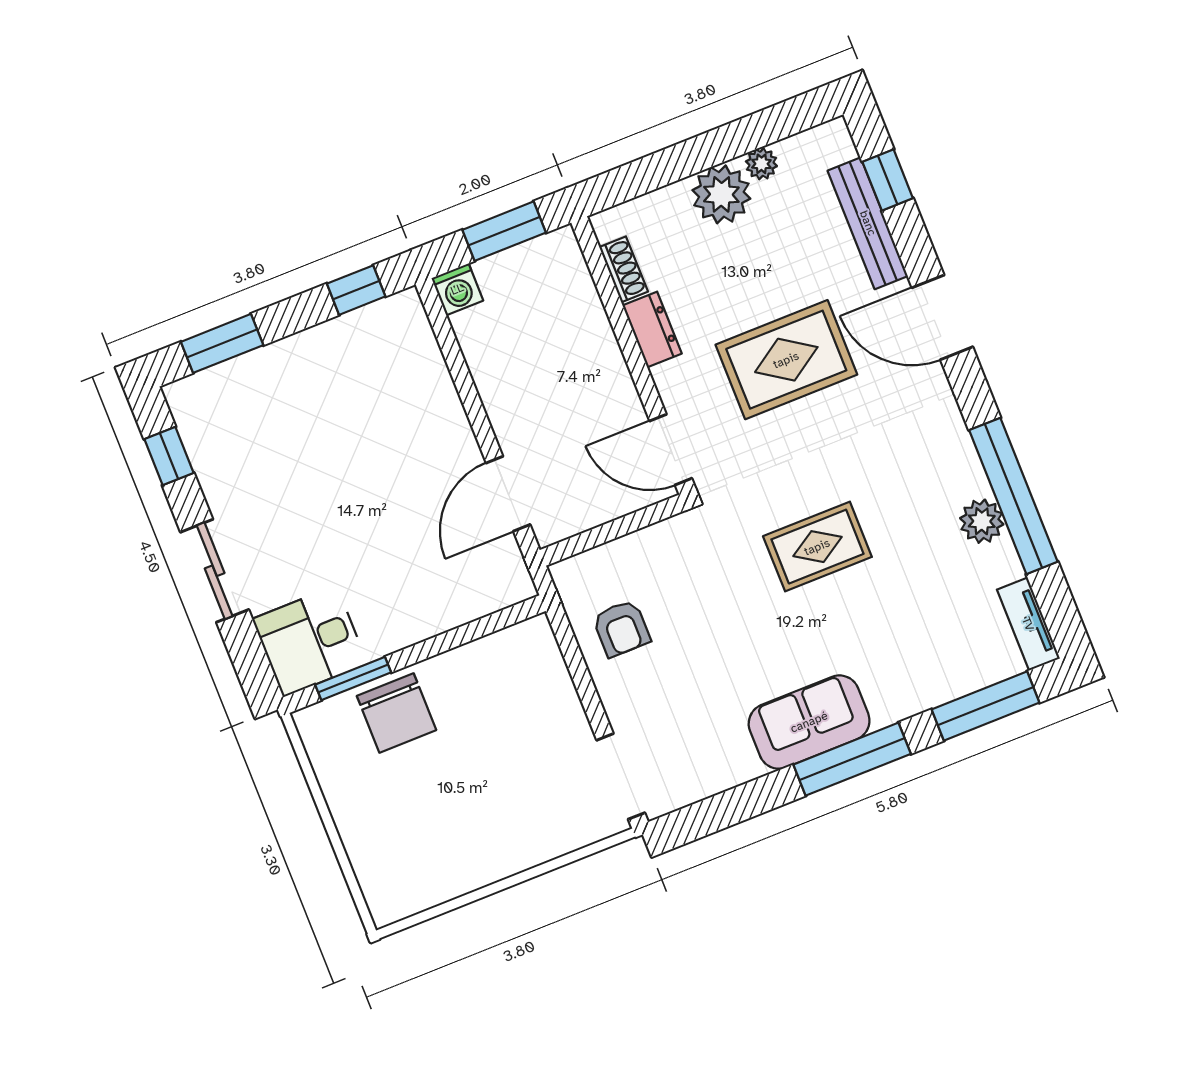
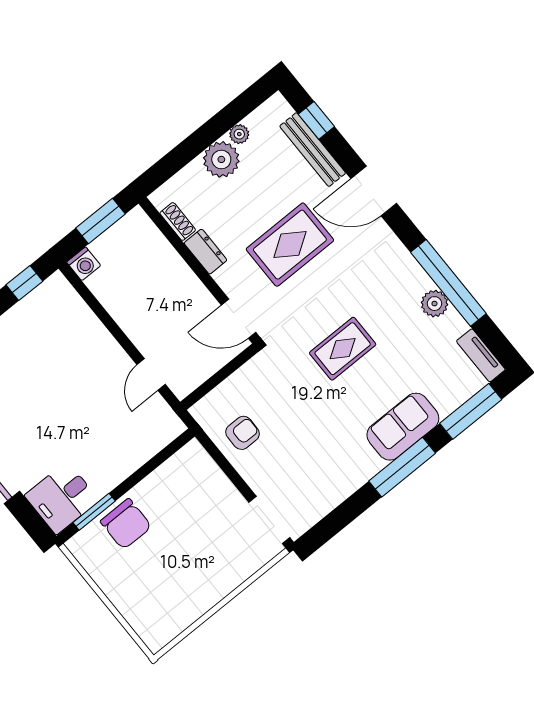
door: (508, 494) -> (151, 375), width x0.73
armchair: (621, 628) -> (243, 433), turned -90
sofa: (809, 722) -> (403, 427), moved

